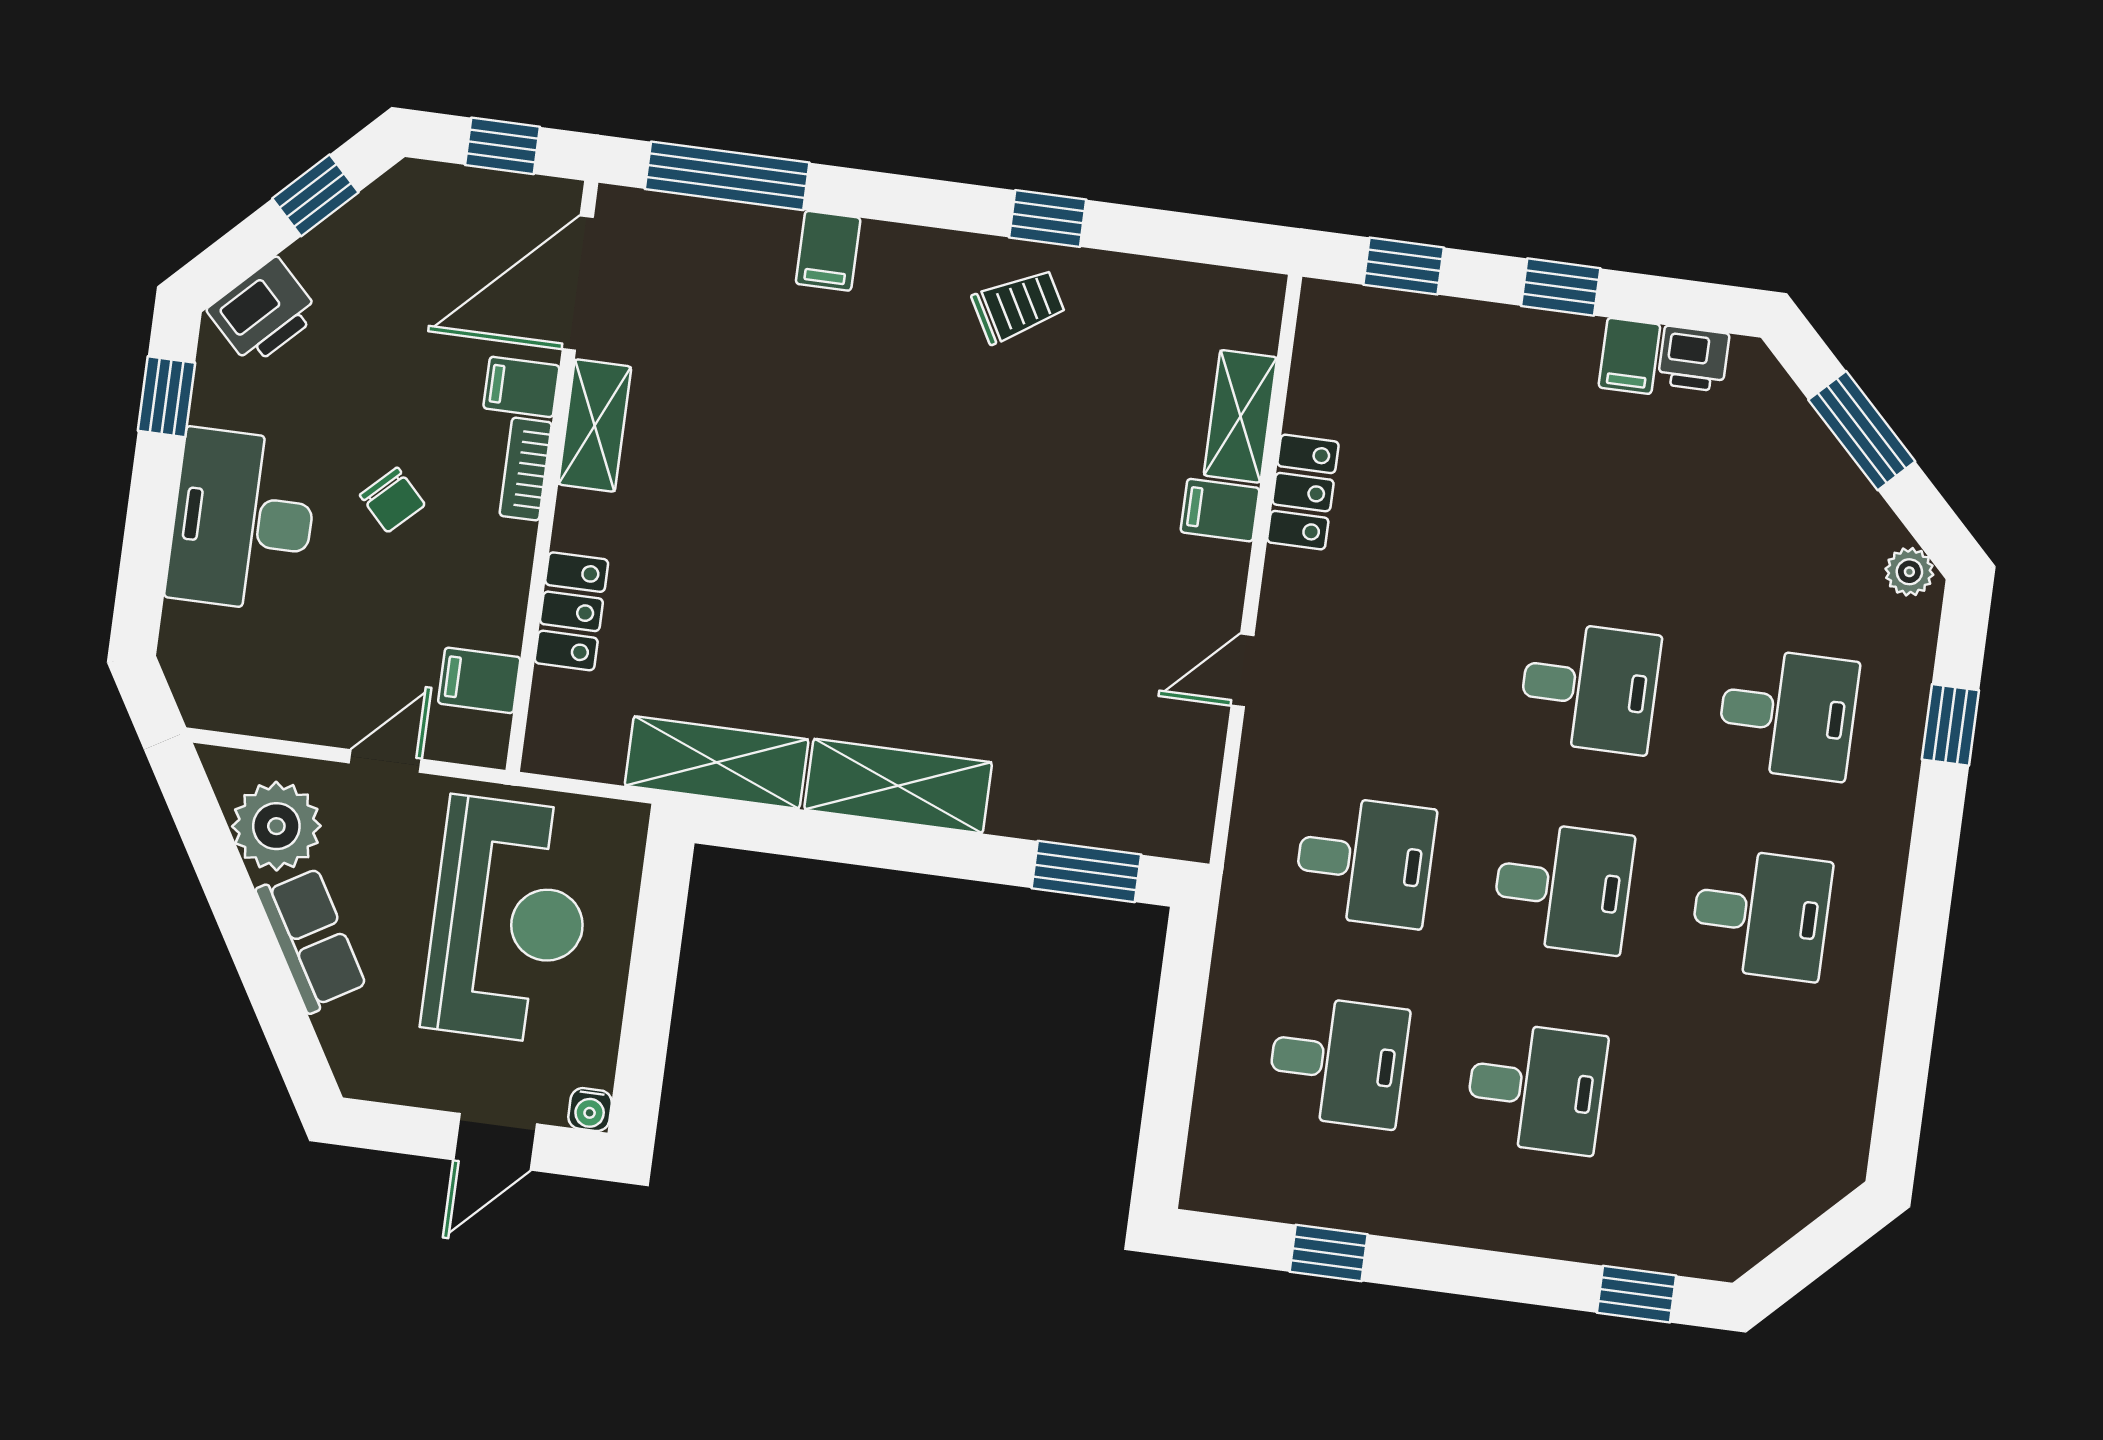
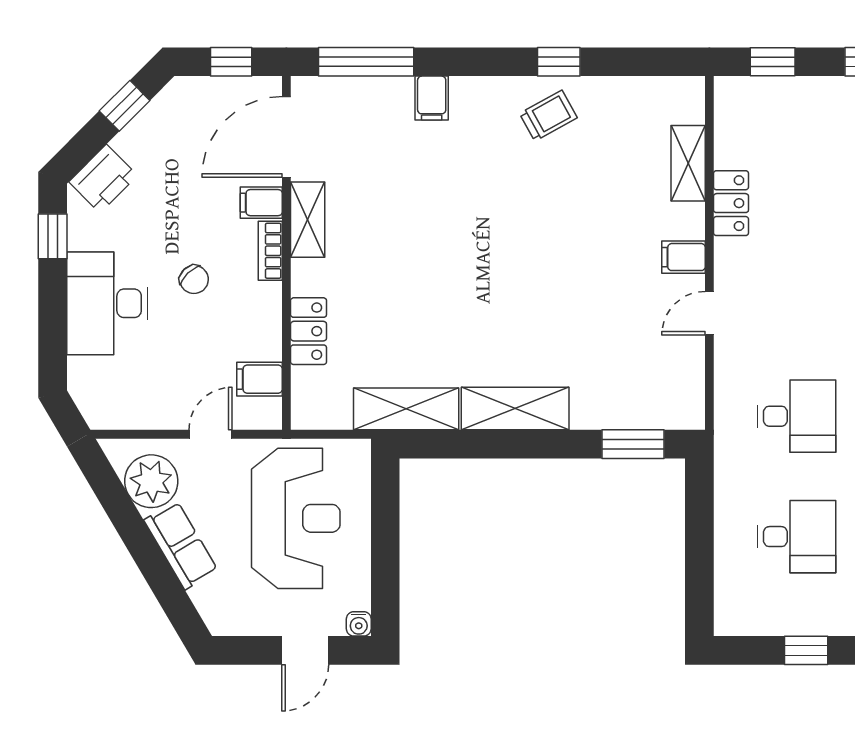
filing cabinet: (1220, 510) -> (683, 257), moved

